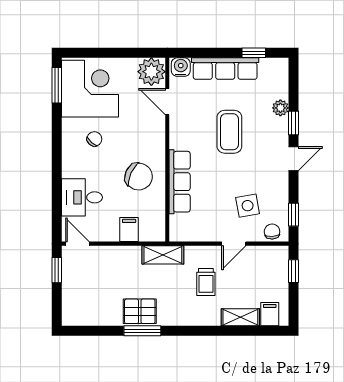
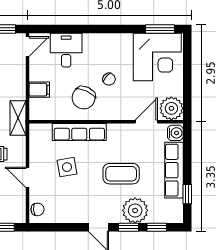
plant: (280, 108) -> (135, 210), width x1.88, depth x1.88
chair: (94, 139) -> (109, 79), moved
side table: (248, 206) -> (67, 167), moved
window: (293, 215) -> (157, 227), moved

